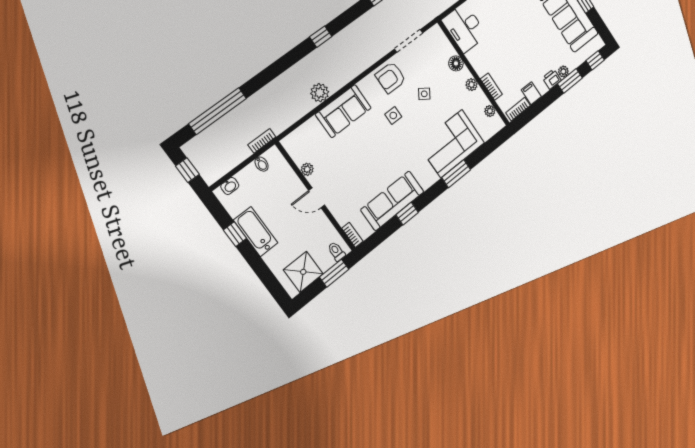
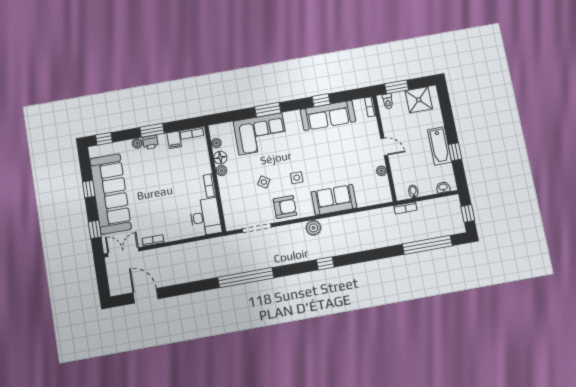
floor lamp: (456, 63) -> (220, 158), moved
window: (570, 81) -> (152, 130), moved
bookcase: (491, 87) -> (210, 186), moved
plant: (320, 93) -> (313, 228), moved

